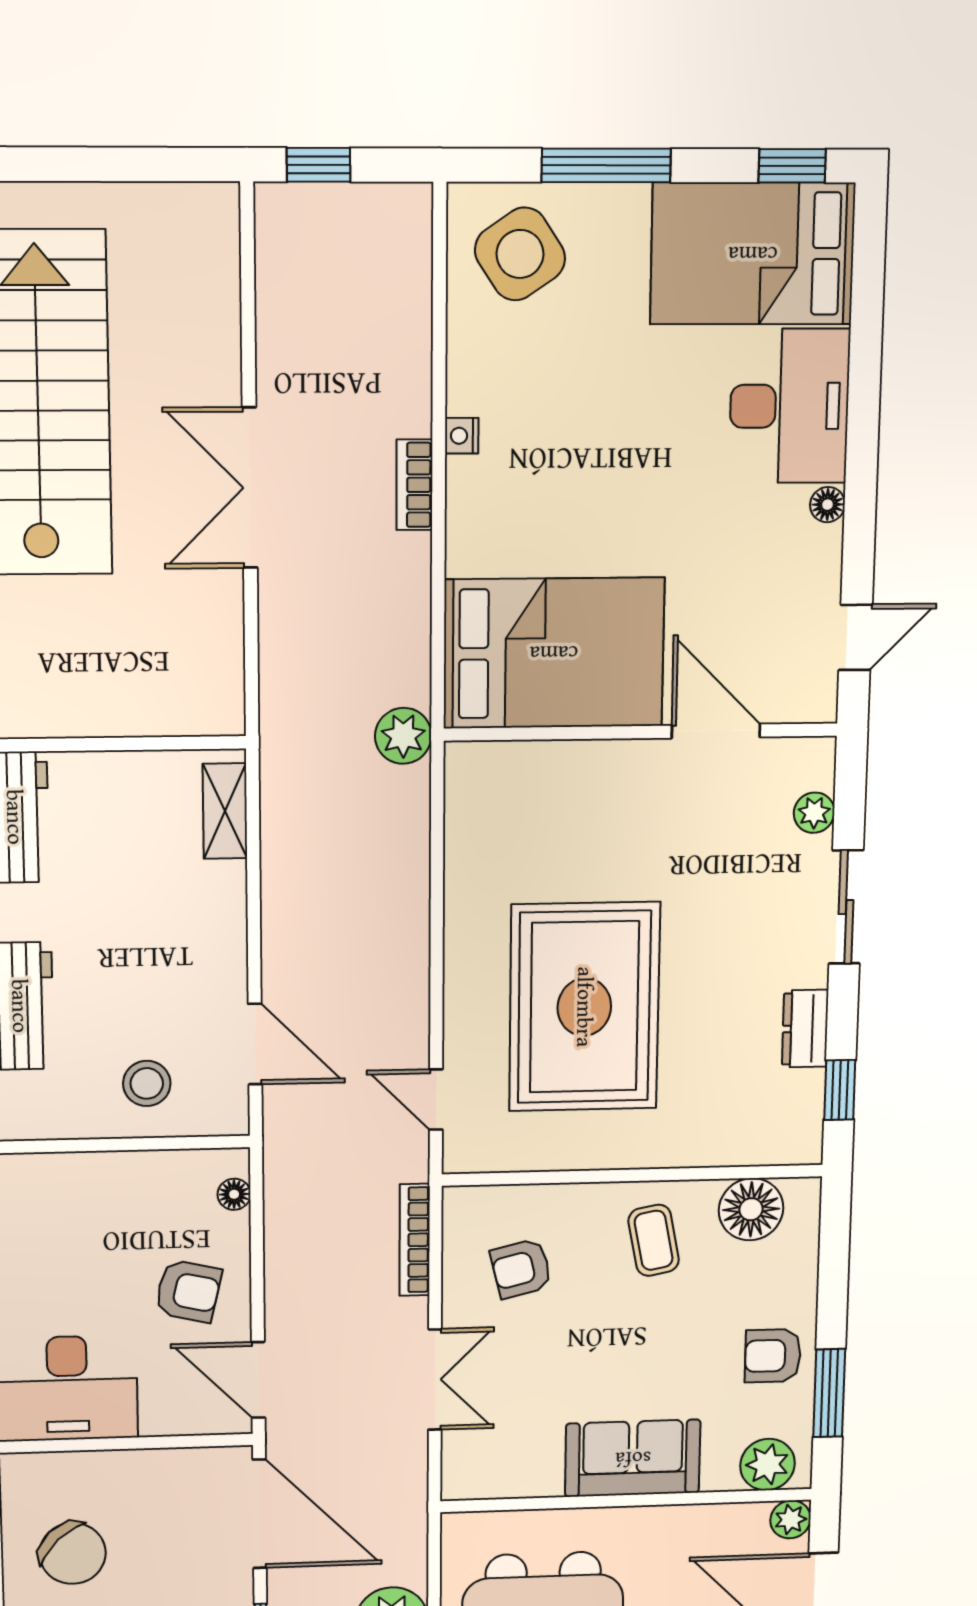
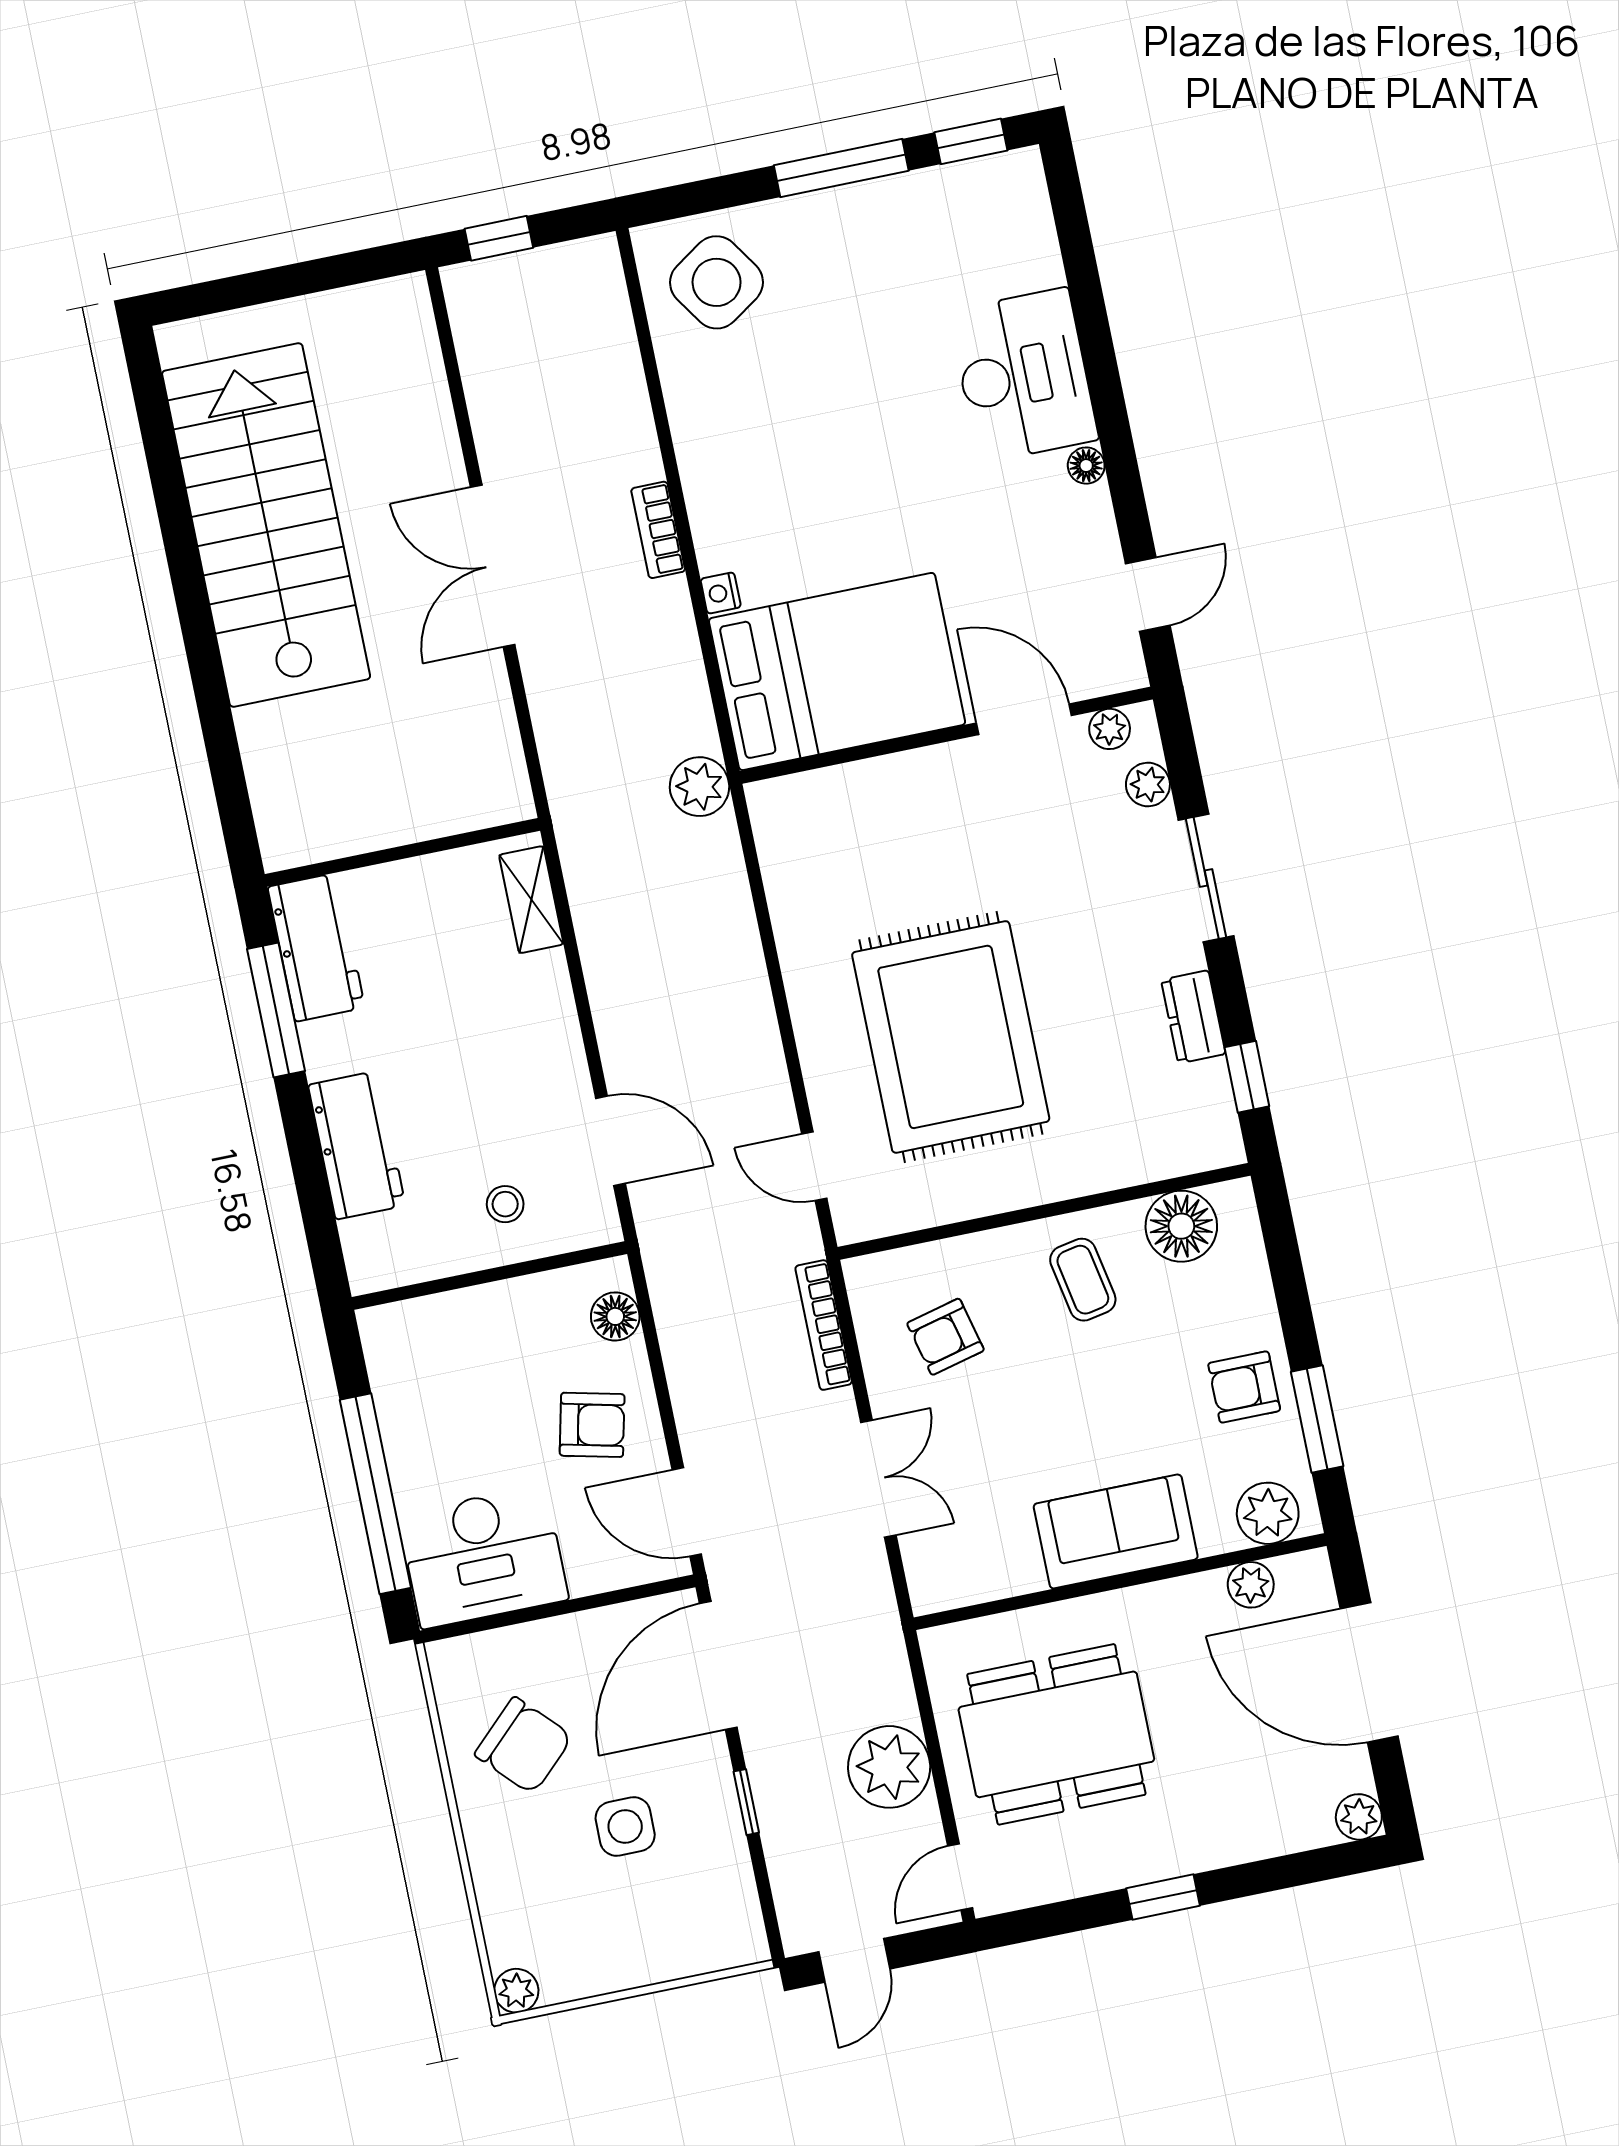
window: (606, 165) -> (841, 168), moved
bed: (753, 254) -> (951, 234), removed
nightstand: (462, 436) -> (721, 593), moved
plant: (791, 755) -> (1110, 729), added
stool: (147, 1083) -> (505, 1204), width x0.73, depth x0.73
floor lamp: (234, 1194) -> (615, 1316), width x1.37, depth x1.37
door: (260, 1514) -> (718, 1665), swing flipped
plant: (791, 1519) -> (1251, 1585), moved

